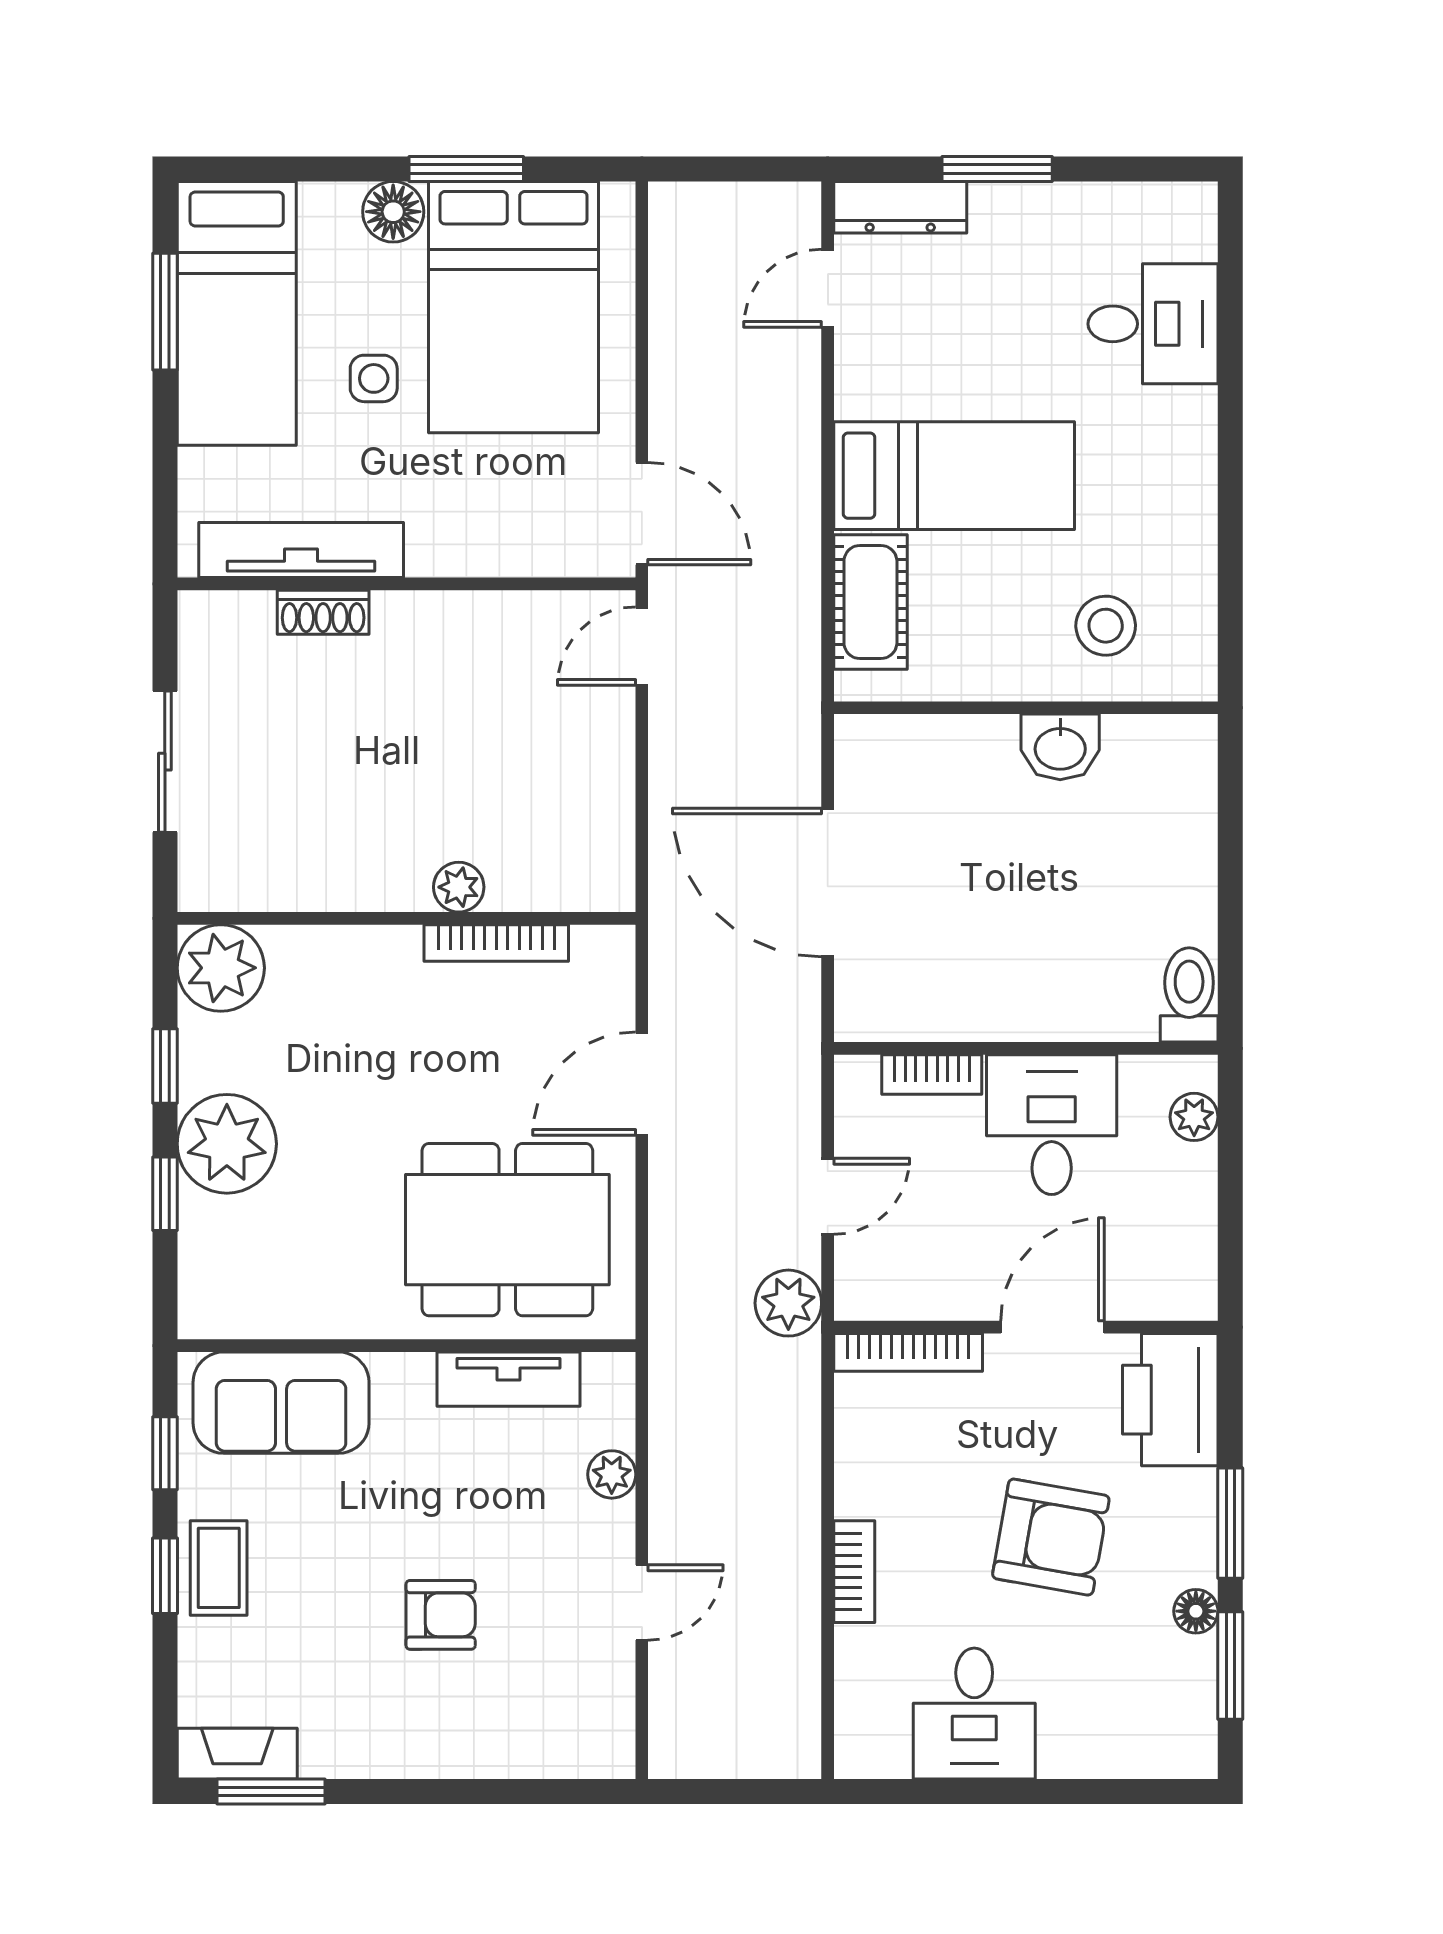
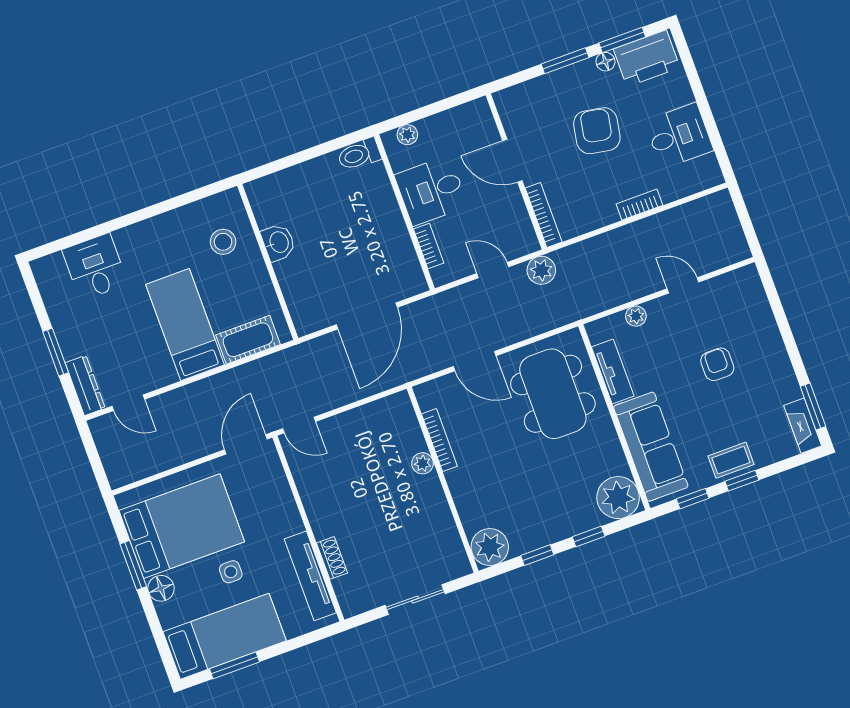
plant: (227, 1144) -> (618, 498), moved
printer: (1170, 1400) -> (647, 58), moved
sofa: (281, 1403) -> (651, 447), width x1.36

